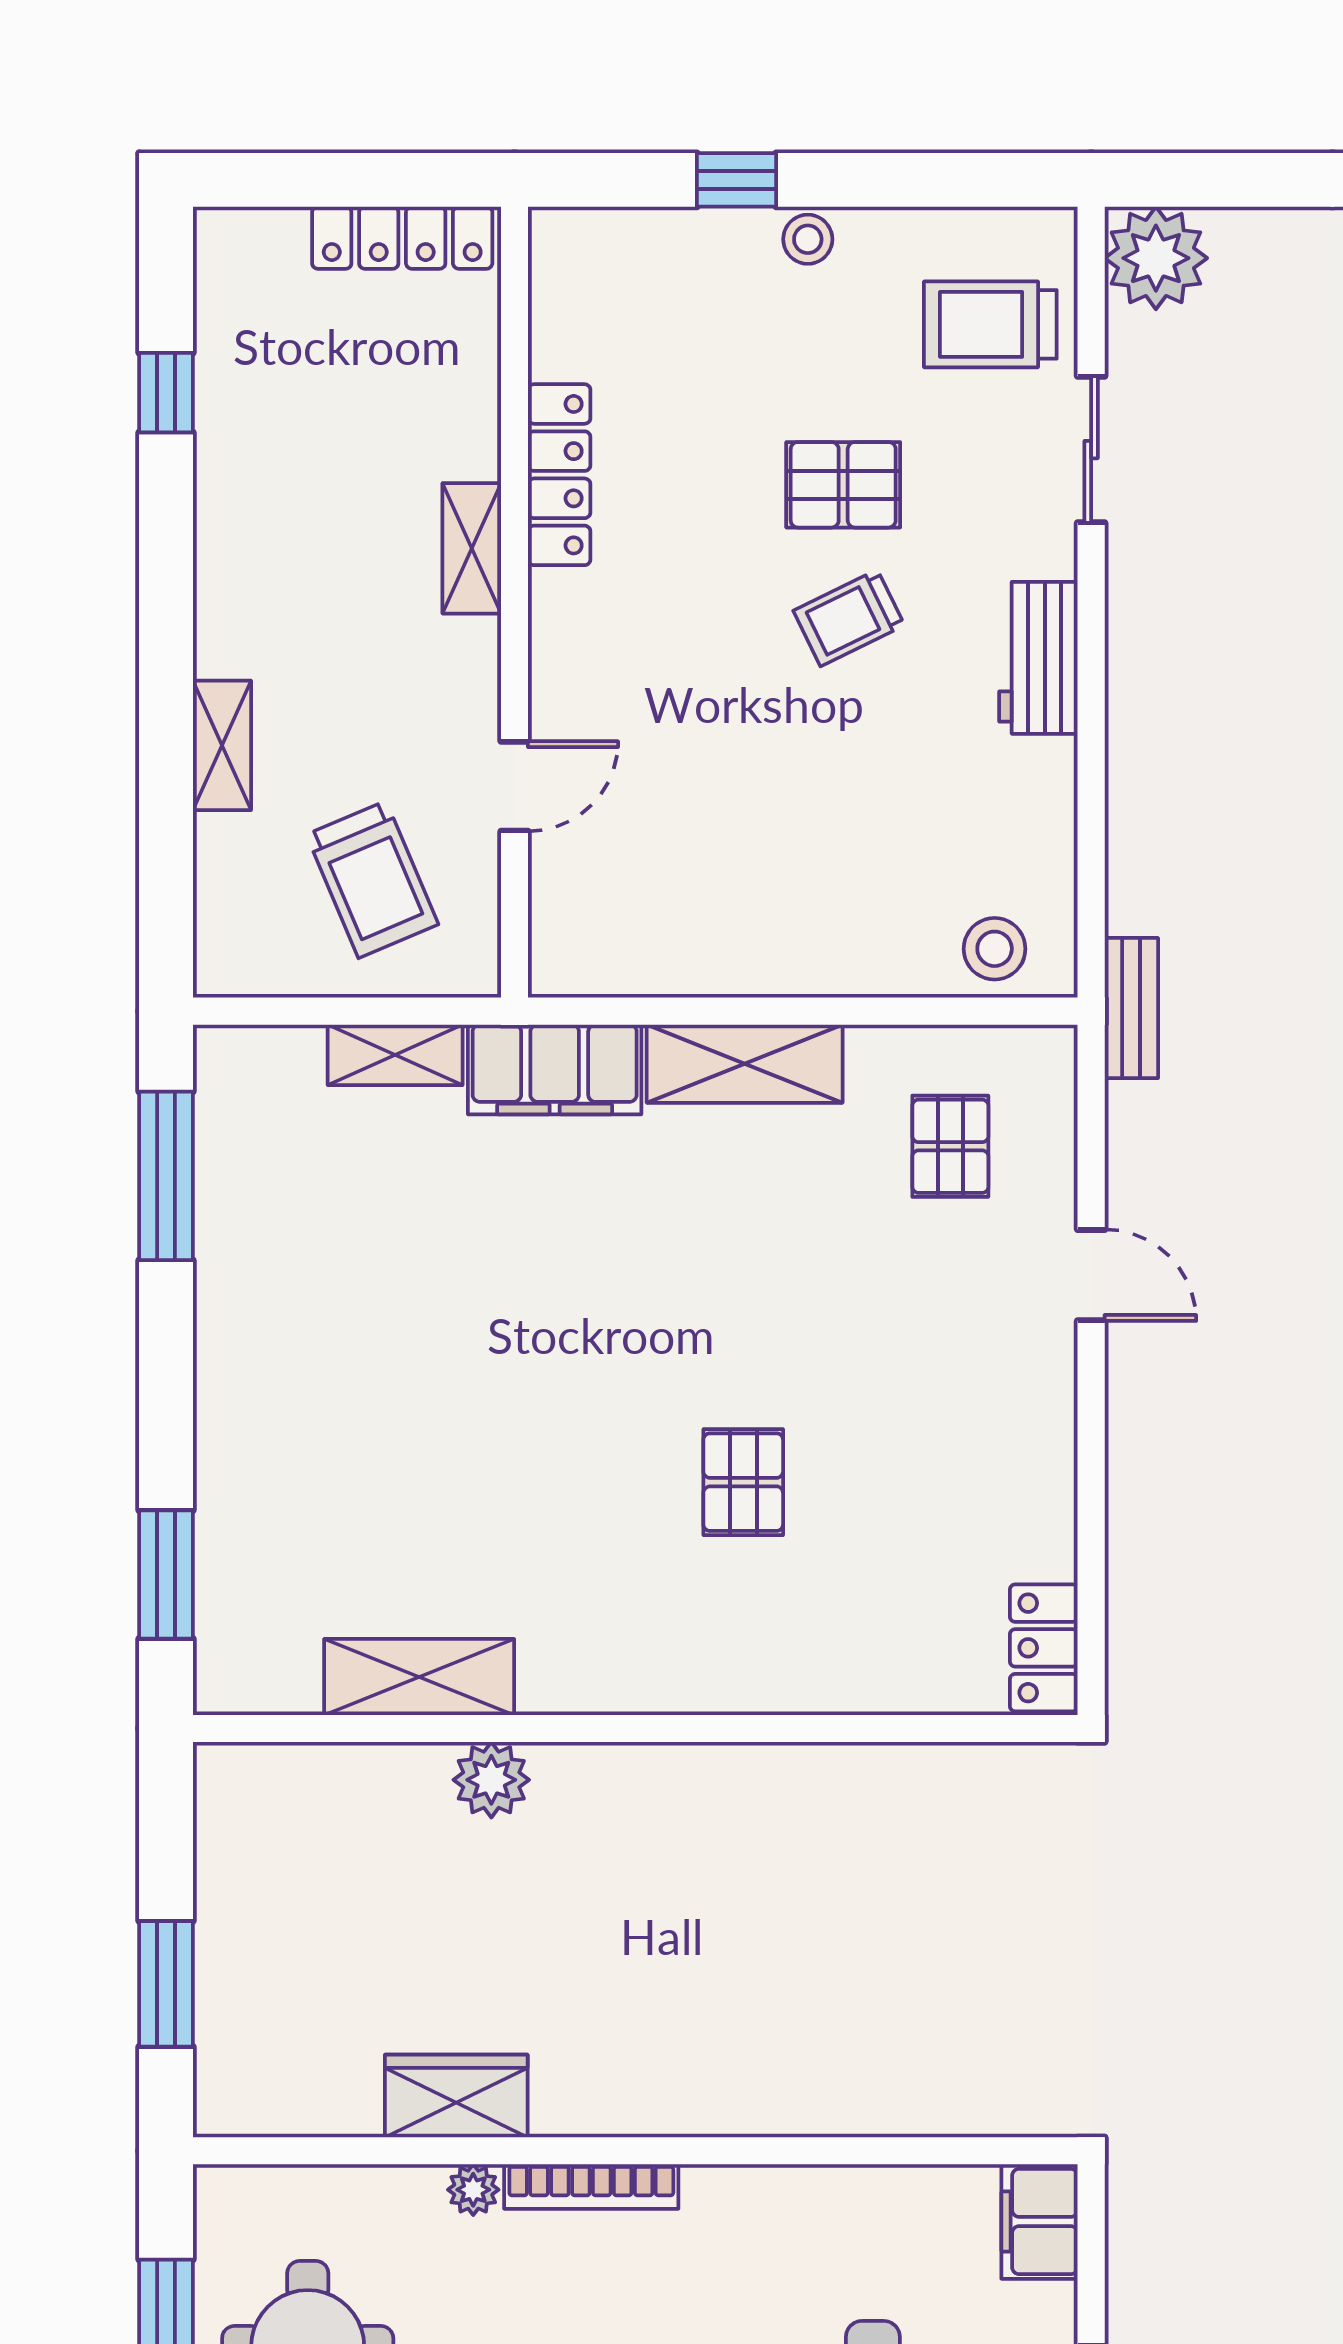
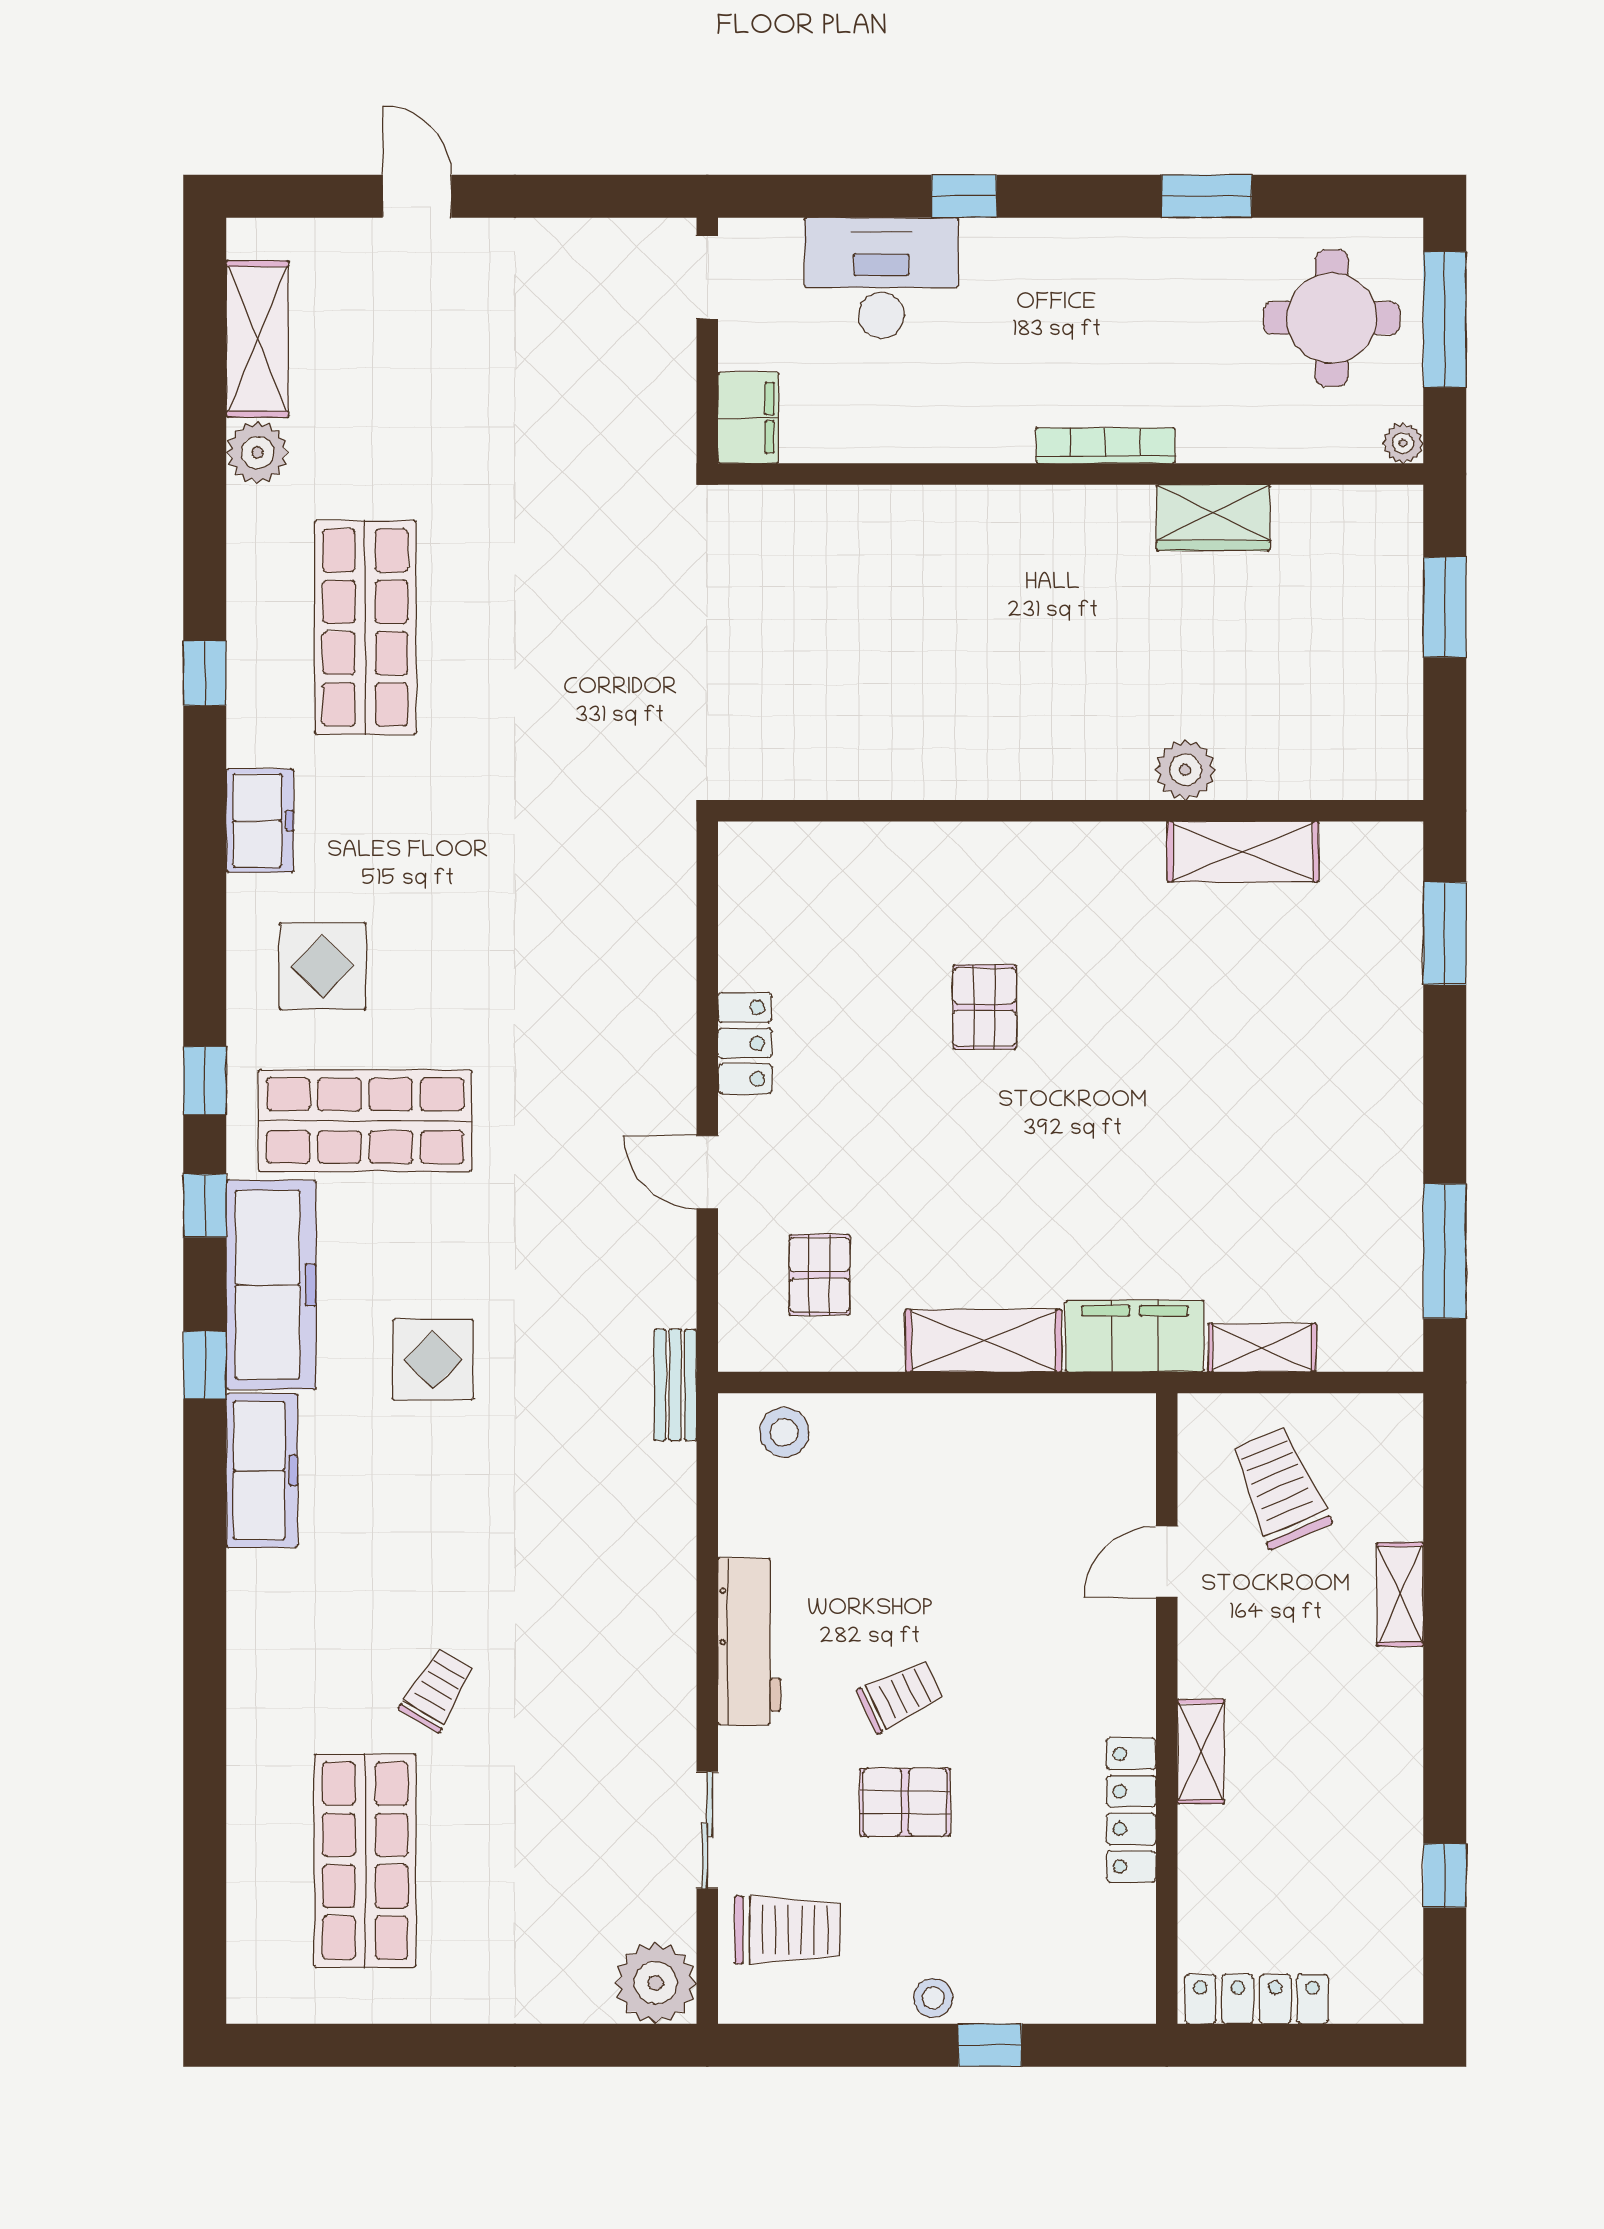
workbench: (1038, 658) -> (749, 1641), width x1.37
locker: (1044, 1648) -> (745, 1043), moved
plant: (473, 2190) -> (1403, 443), moved

